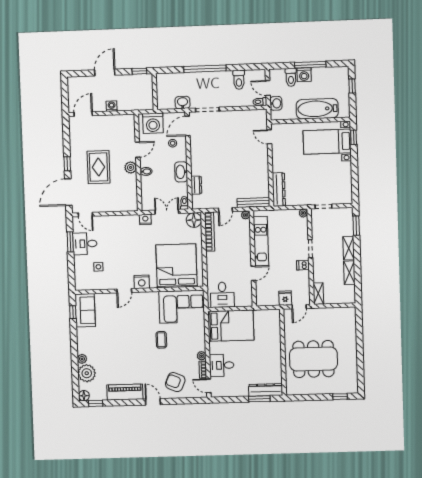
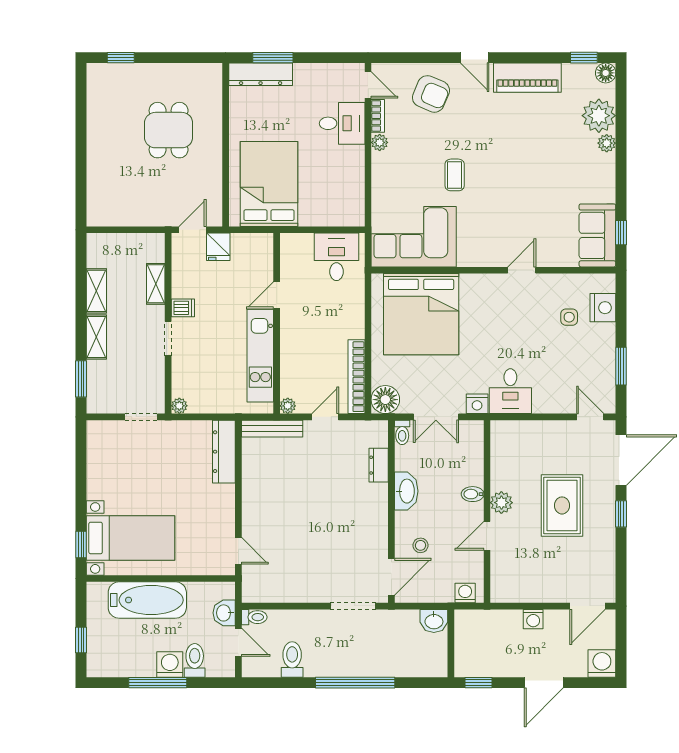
washing machine: (74, 84) -> (602, 664), added
washbasin: (183, 103) -> (434, 621), moved
washing machine: (153, 123) -> (465, 593), width x0.53, depth x0.53
desk: (85, 244) -> (510, 391), moved, turned 90
nightstand: (142, 282) -> (603, 308), moved, turned 90
shelving: (318, 294) -> (156, 284), moved
bed: (231, 326) -> (269, 184), moved, turned 90
dining table: (313, 359) -> (169, 130), width x0.53, depth x0.80

